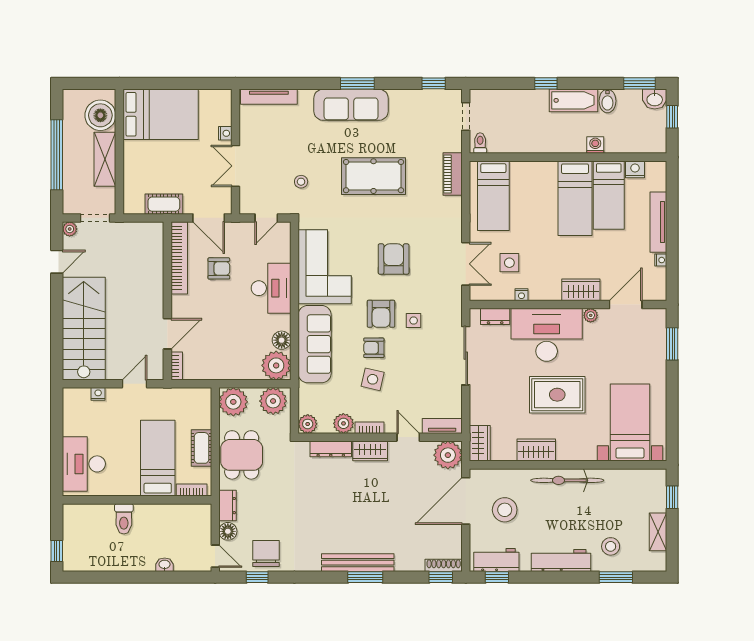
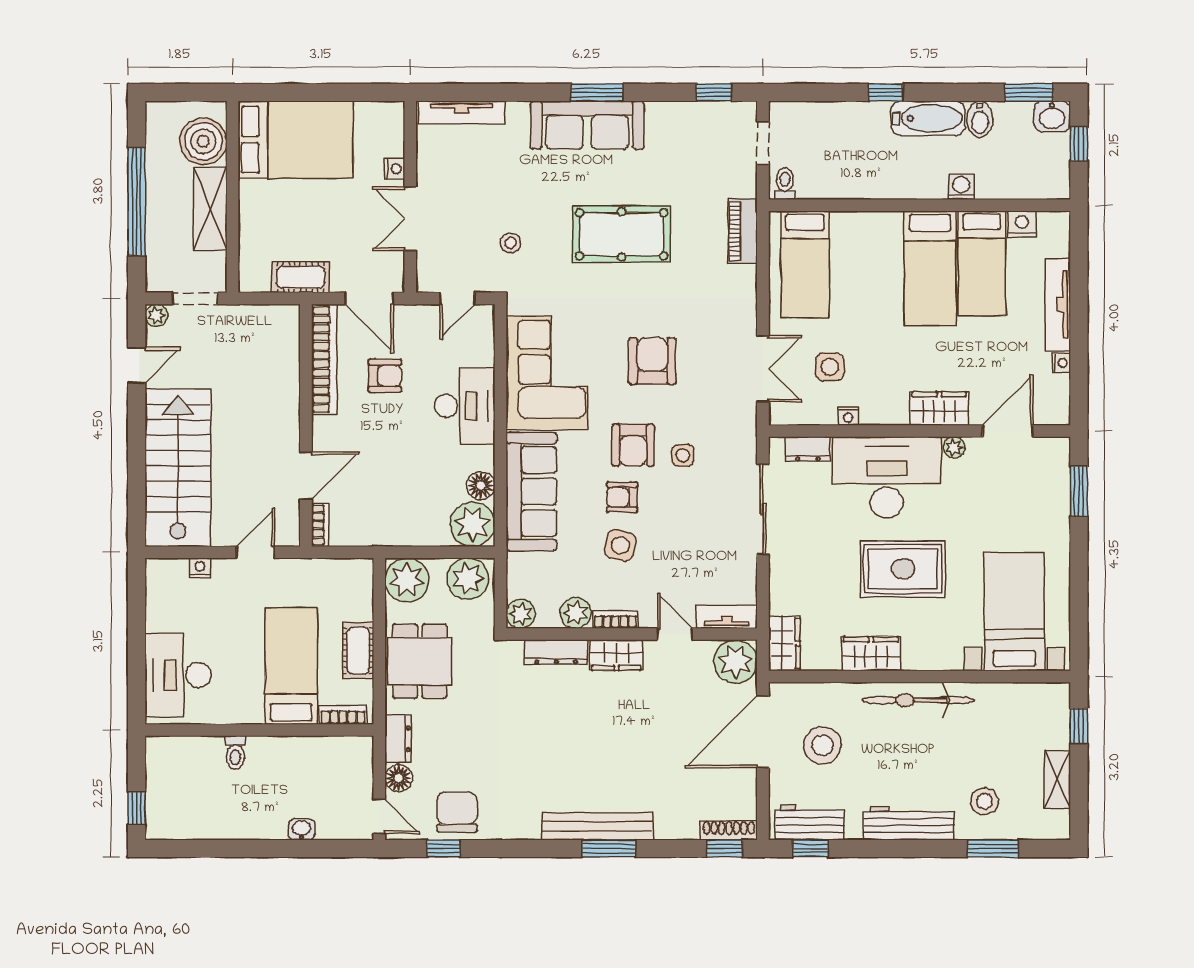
toilet: (124, 519) -> (235, 753), width x0.73, depth x0.72

